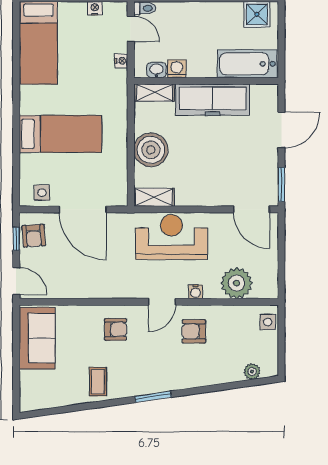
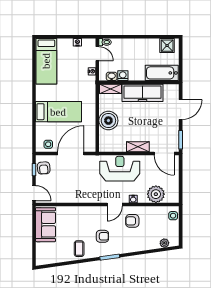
shelving: (154, 197) -> (138, 147), moved
door: (83, 209) -> (71, 153), swing flipped
armchair: (115, 329) -> (102, 236), moved

